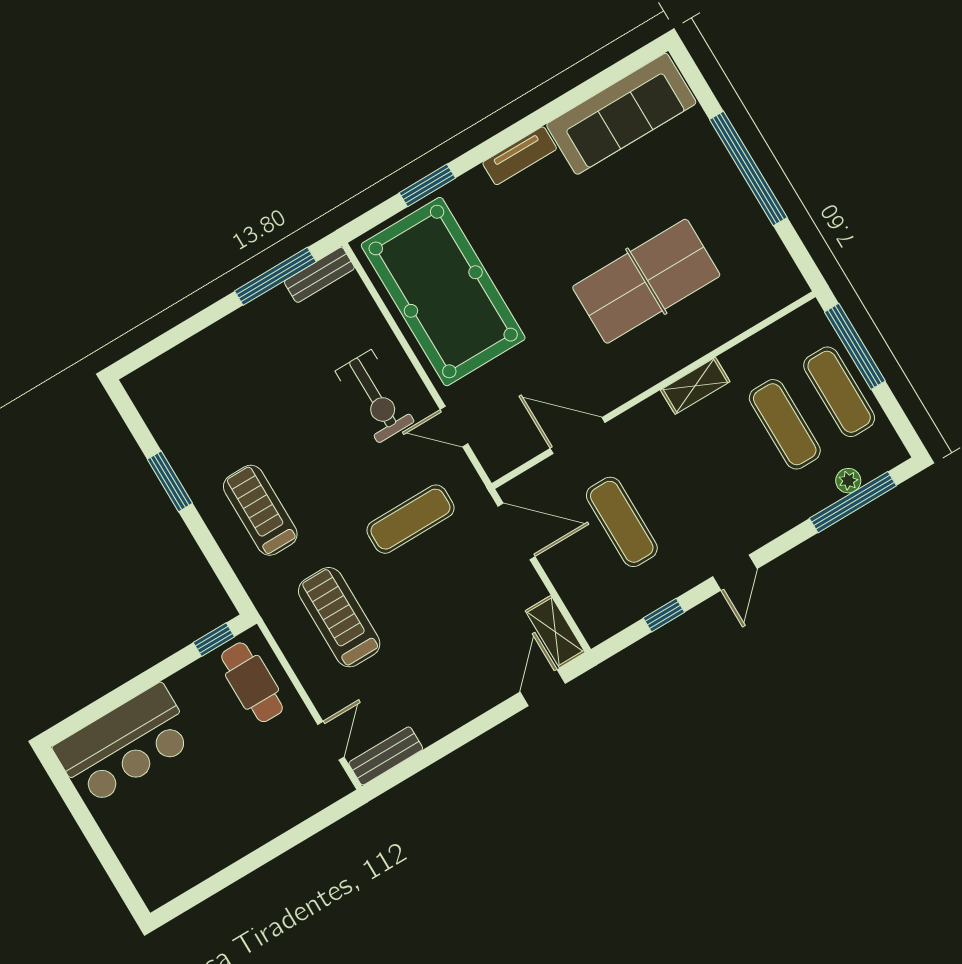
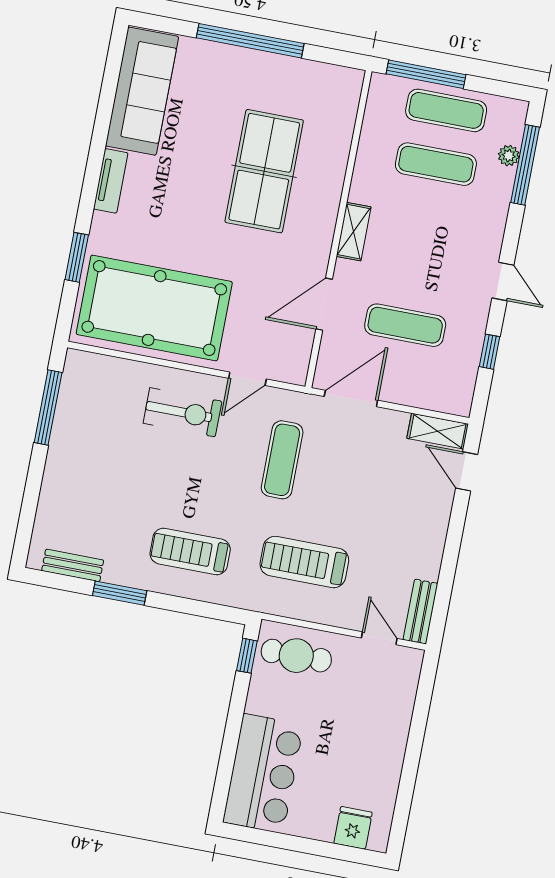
bench: (319, 275) -> (73, 565), moved, turned 90
shelving: (695, 386) -> (354, 232), moved
fridge: (147, 864) -> (353, 828), added

